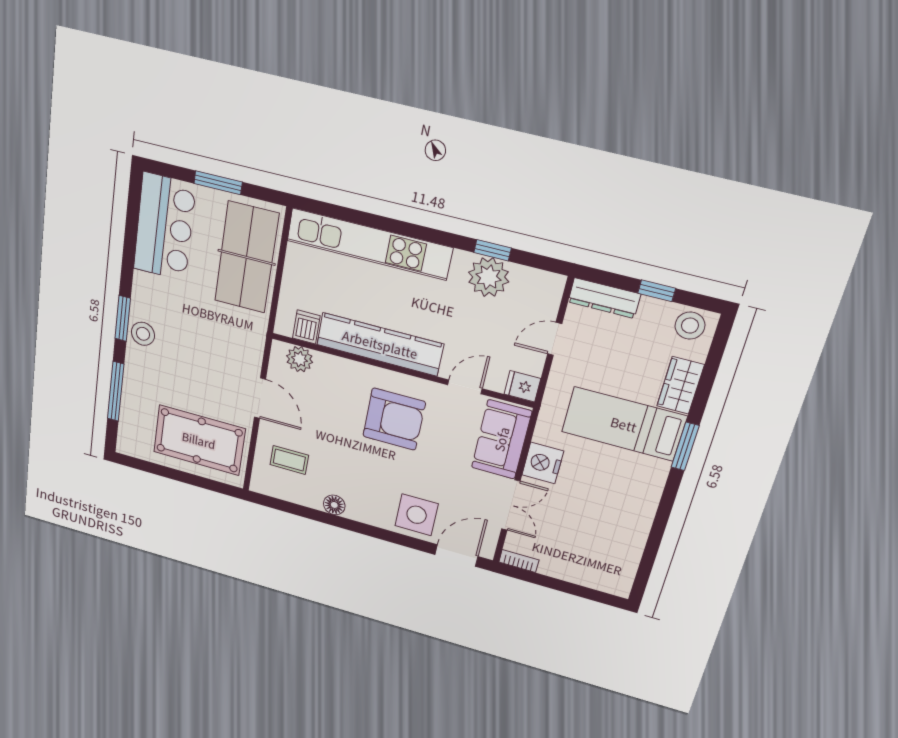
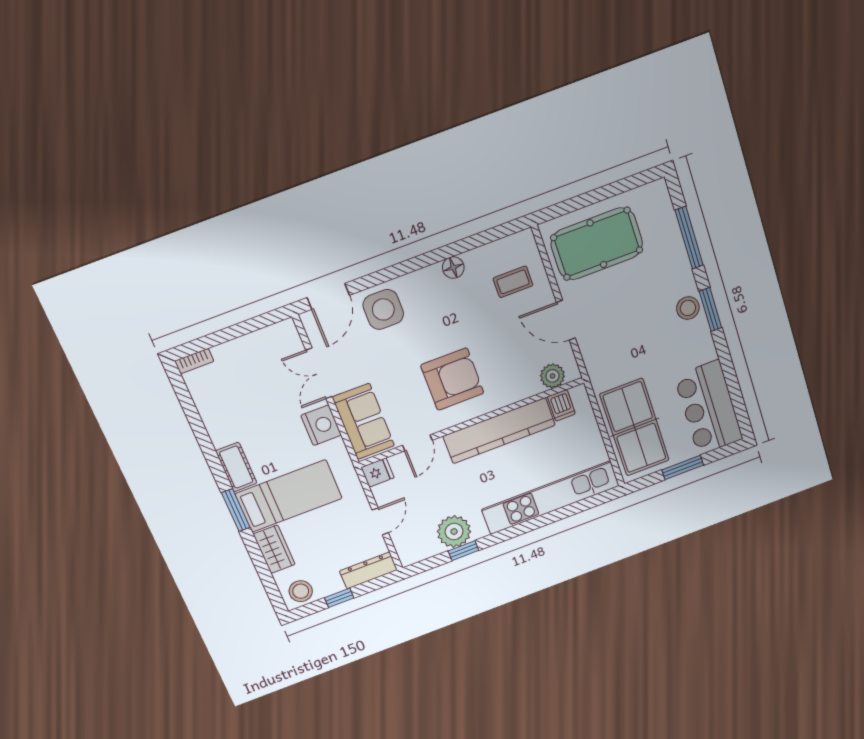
armchair: (394, 419) -> (452, 379), turned 180
cot: (651, 483) -> (236, 467), added
bookcase: (519, 561) -> (194, 361), moved

